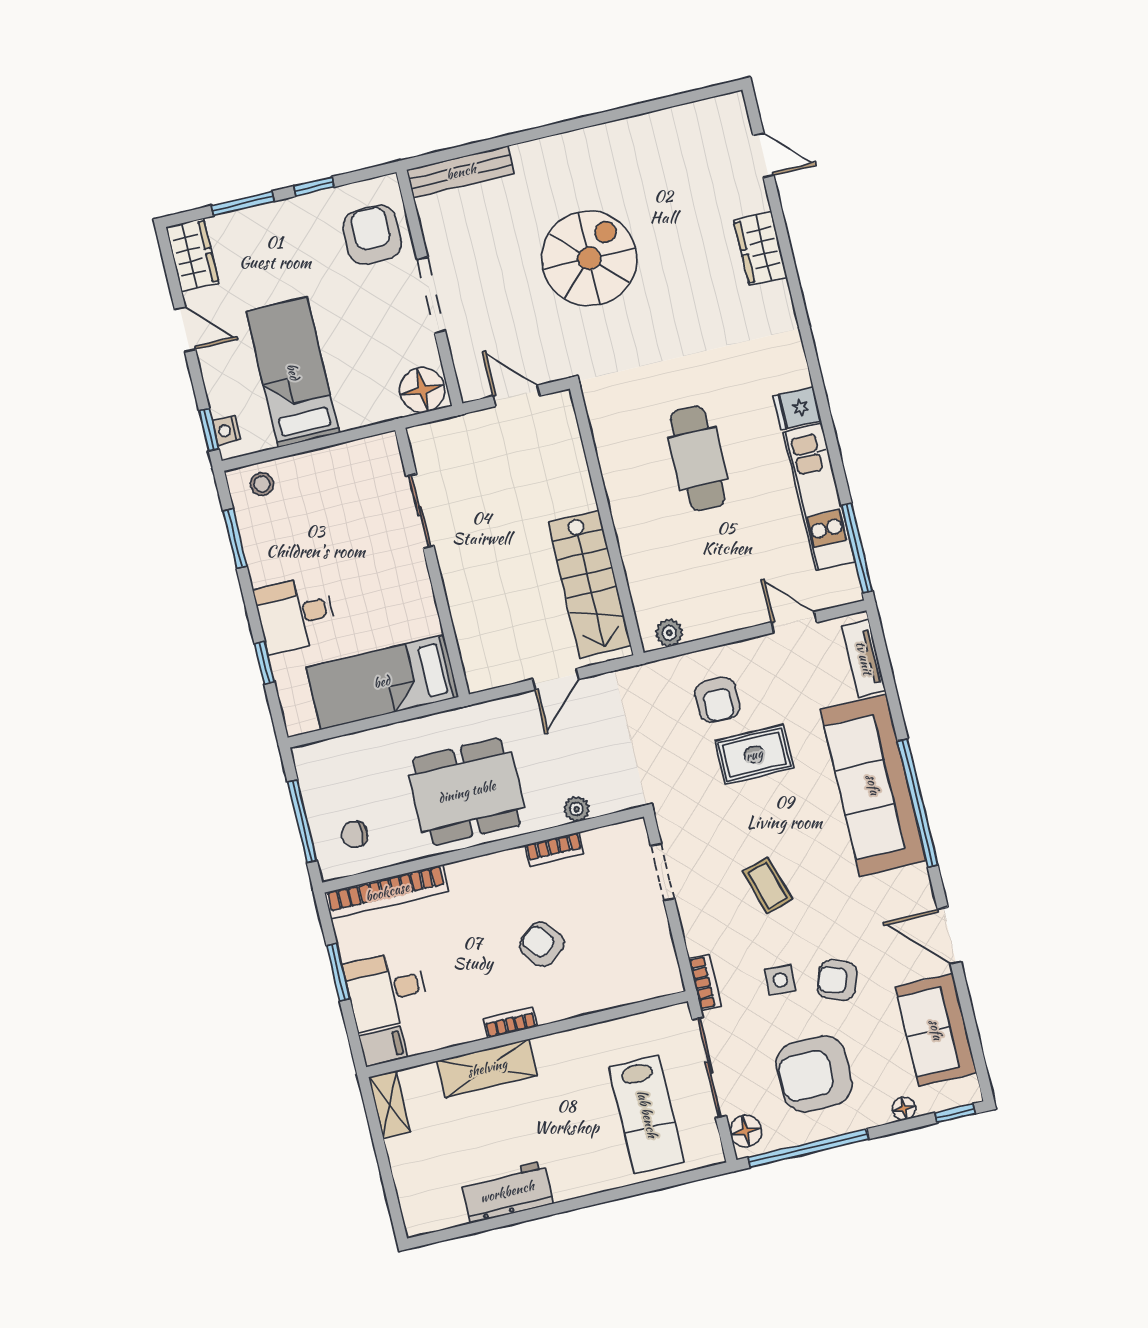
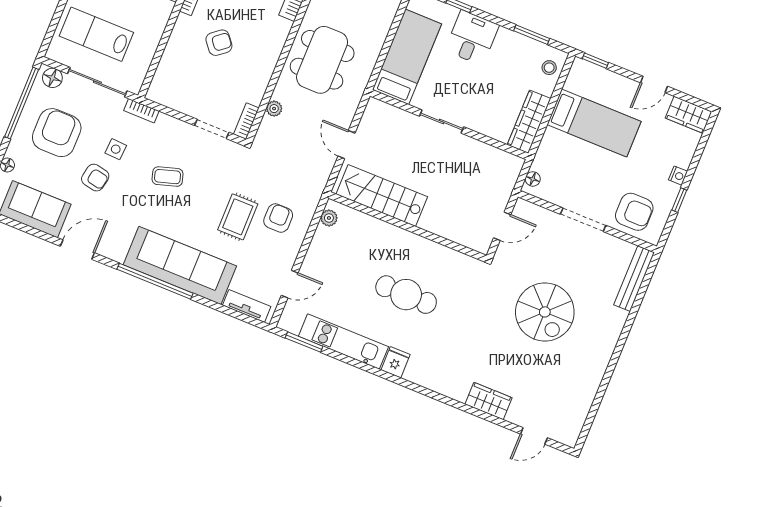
window: (243, 203) -> (696, 158), removed
floor lamp: (422, 390) -> (533, 179), width x0.53, depth x0.53
nightstand: (226, 430) -> (678, 176), moved, turned 90
wardrobe: (353, 459) -> (529, 122), added
sliding door: (420, 511) -> (442, 121), moved
window: (857, 548) -> (304, 342), width x0.69
armchair: (717, 700) -> (278, 218), turned 90
bookcase: (554, 849) -> (246, 121), moved
armchair: (837, 980) -> (95, 178), turned 82

